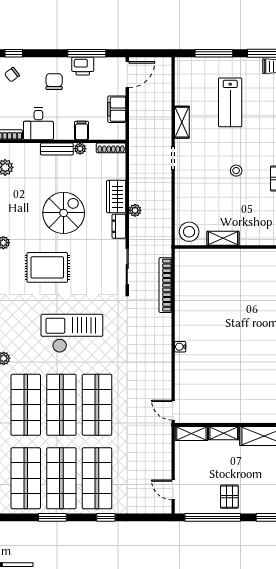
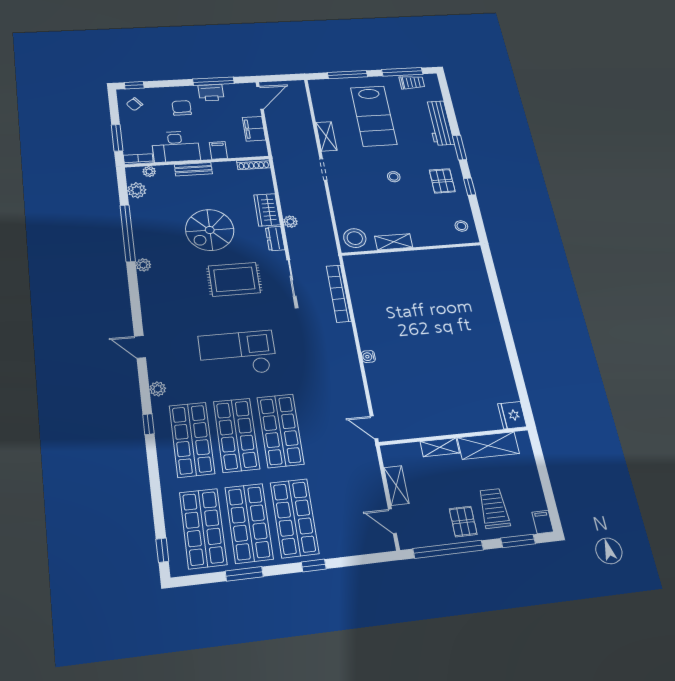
lab bench: (230, 102) -> (374, 116), width x1.36, depth x1.39
desk: (38, 124) -> (176, 147), width x1.37
plant: (80, 149) -> (149, 172), moved
spiral stairs: (64, 213) -> (210, 230), turned 180
rug: (47, 267) -> (234, 279), moved
shelving: (191, 433) -> (396, 486), moved, turned 90
trolley: (257, 489) -> (494, 508), added

